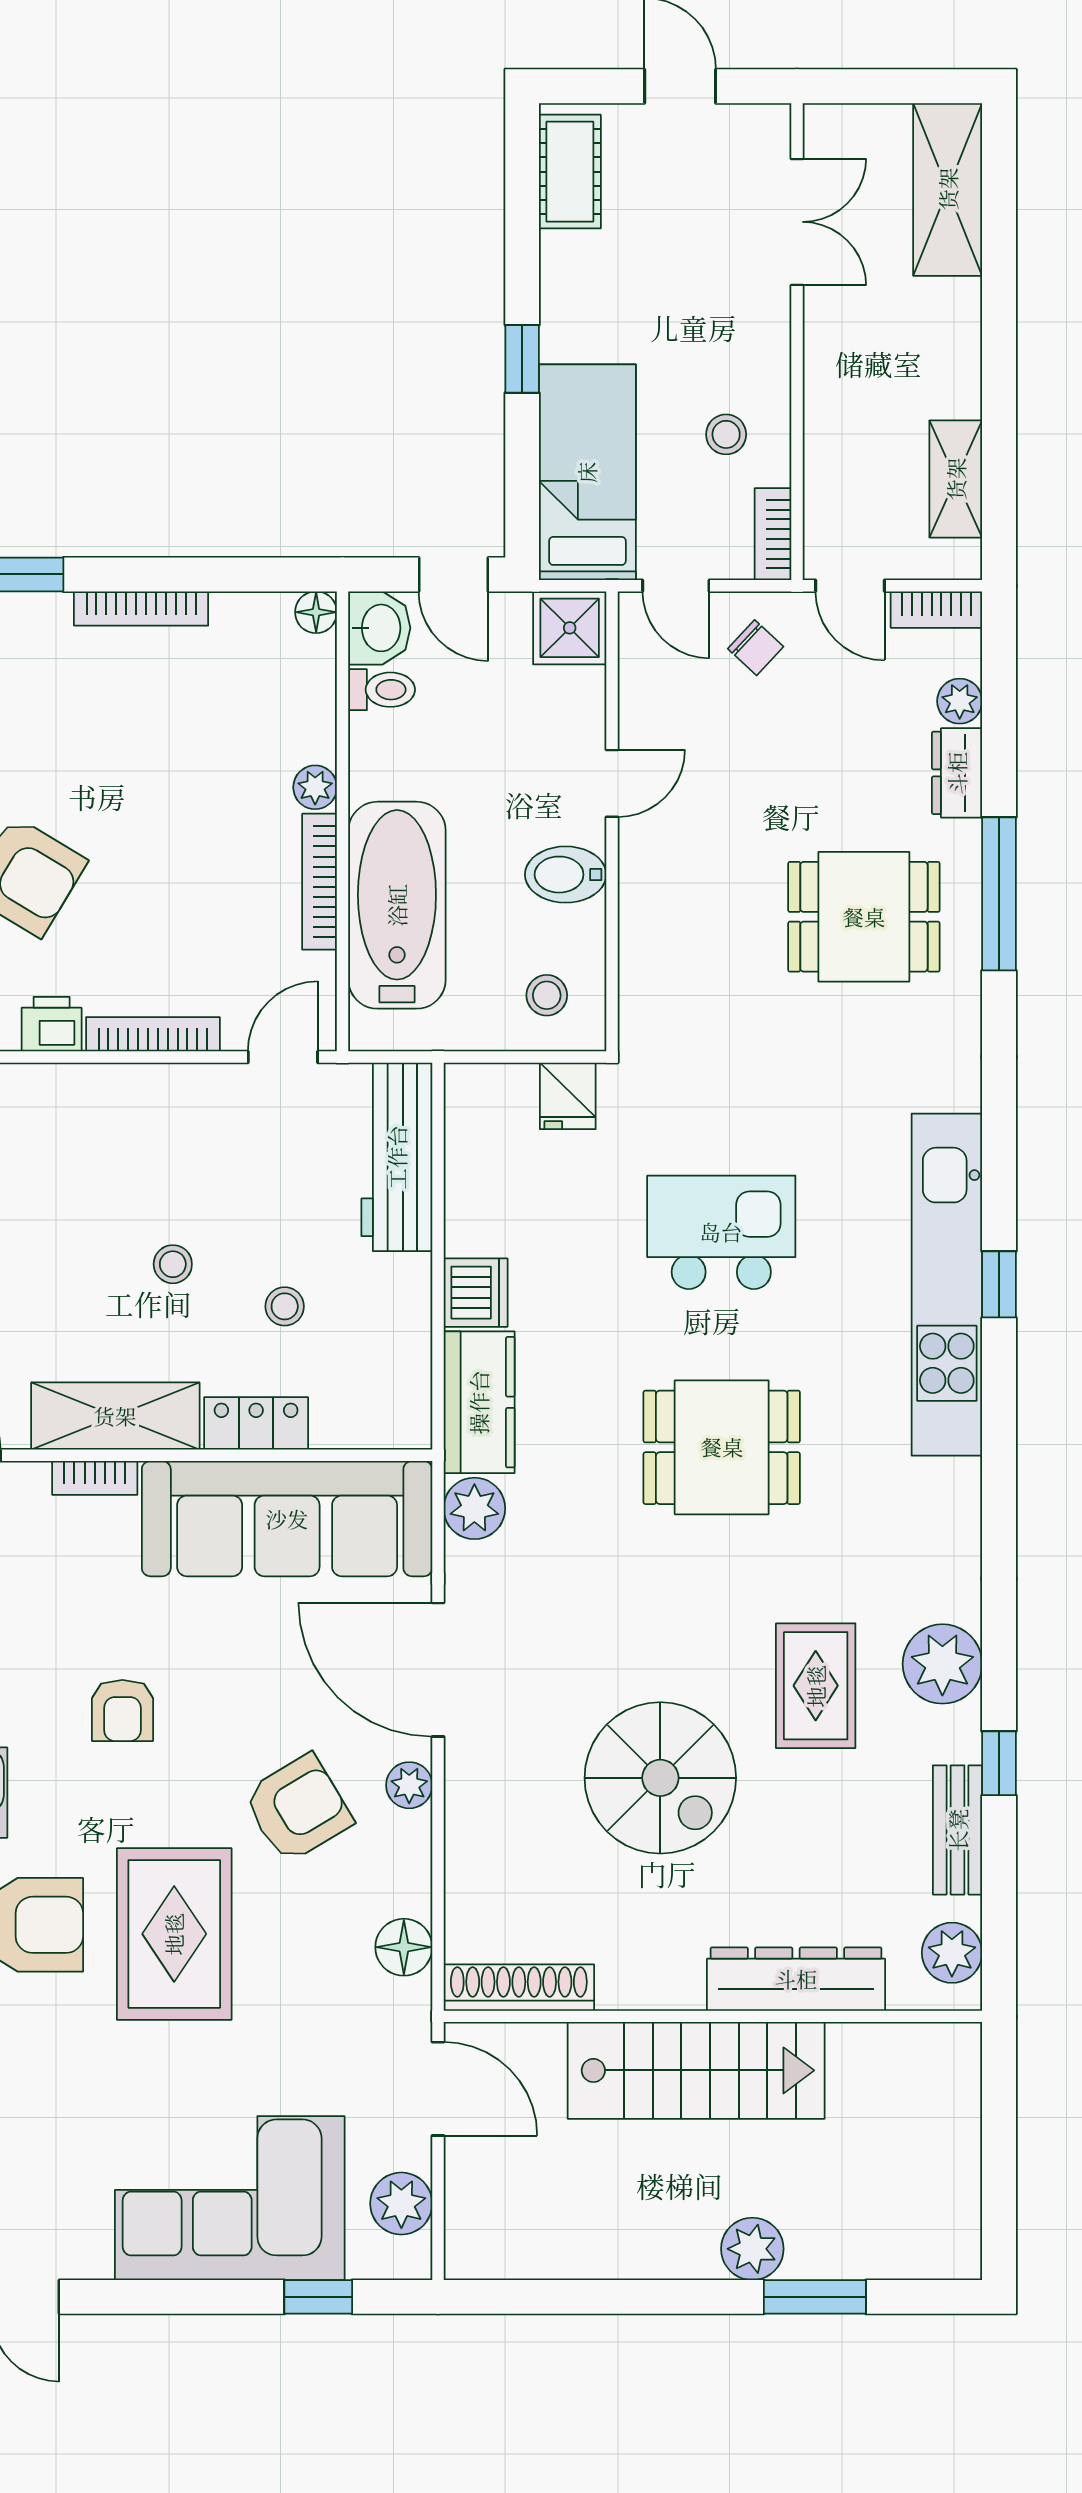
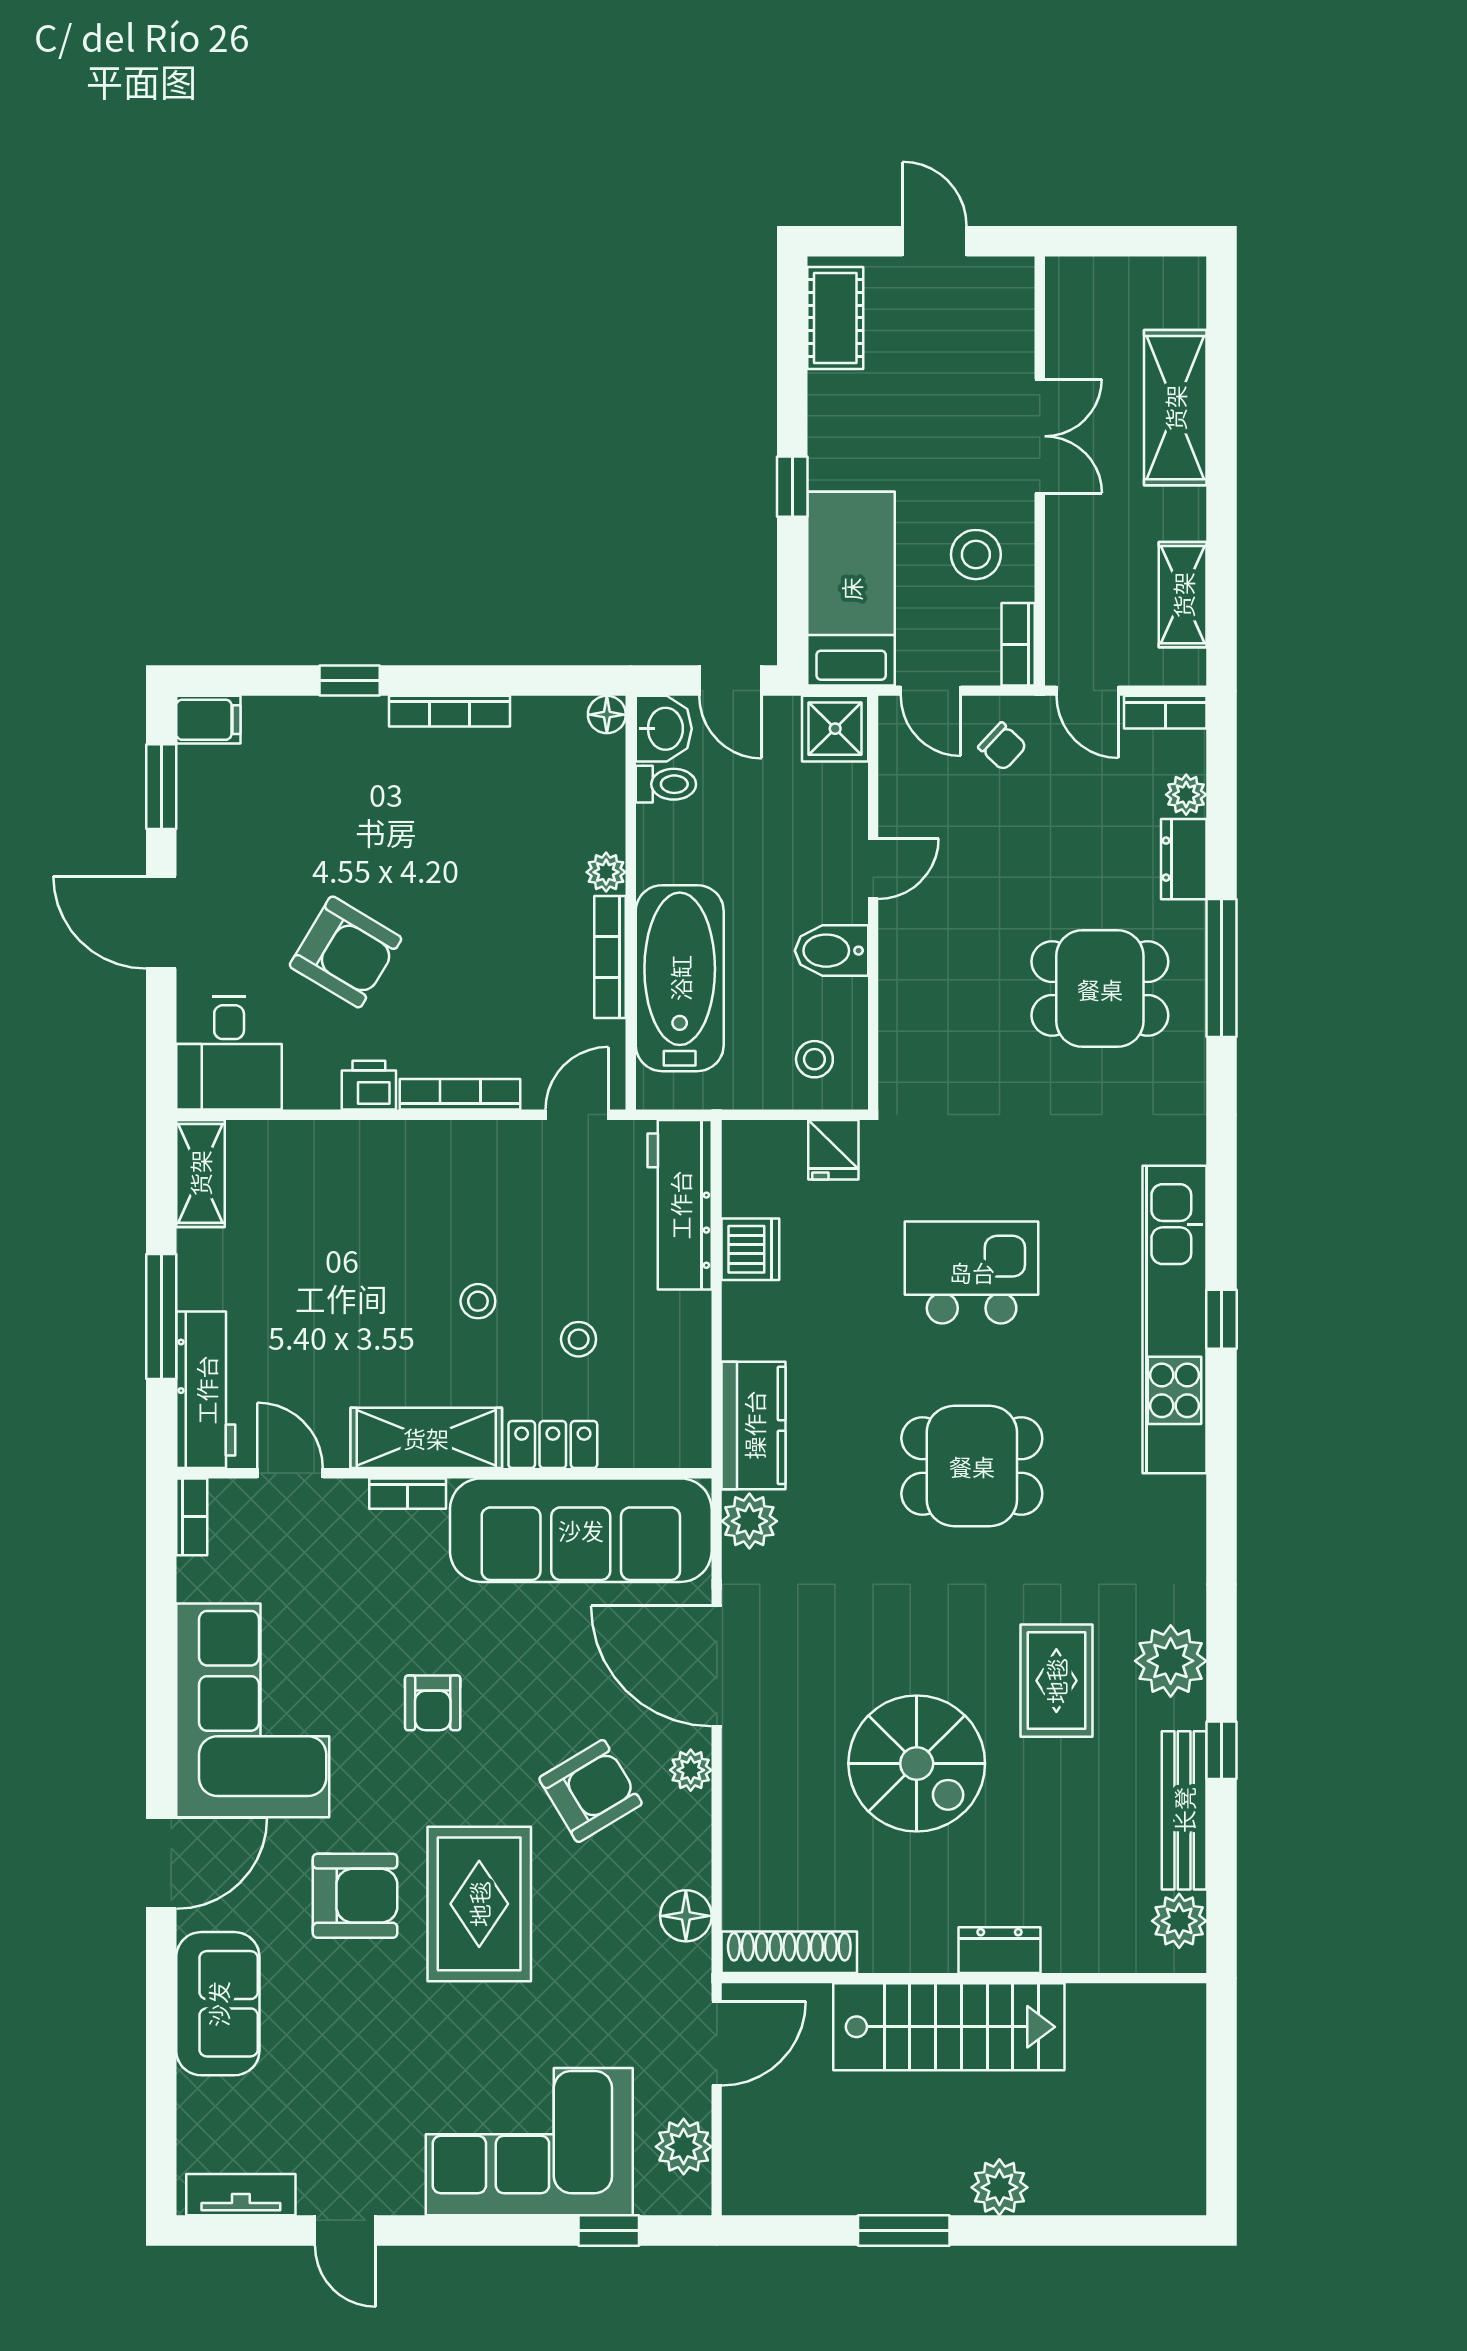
shelving: (948, 189) -> (1175, 408), moved
double door: (797, 222) -> (1040, 436), moved
stool: (726, 434) -> (976, 555), width x1.37, depth x1.37
dishwasher: (476, 1293) -> (750, 1249), moved
bench: (958, 1830) -> (1184, 1810), width x1.36
dresser: (796, 1979) -> (999, 1950), width x0.51, depth x0.80
door: (438, 2089) -> (717, 2043), hinge flipped
window: (815, 2297) -> (904, 2231), moved

